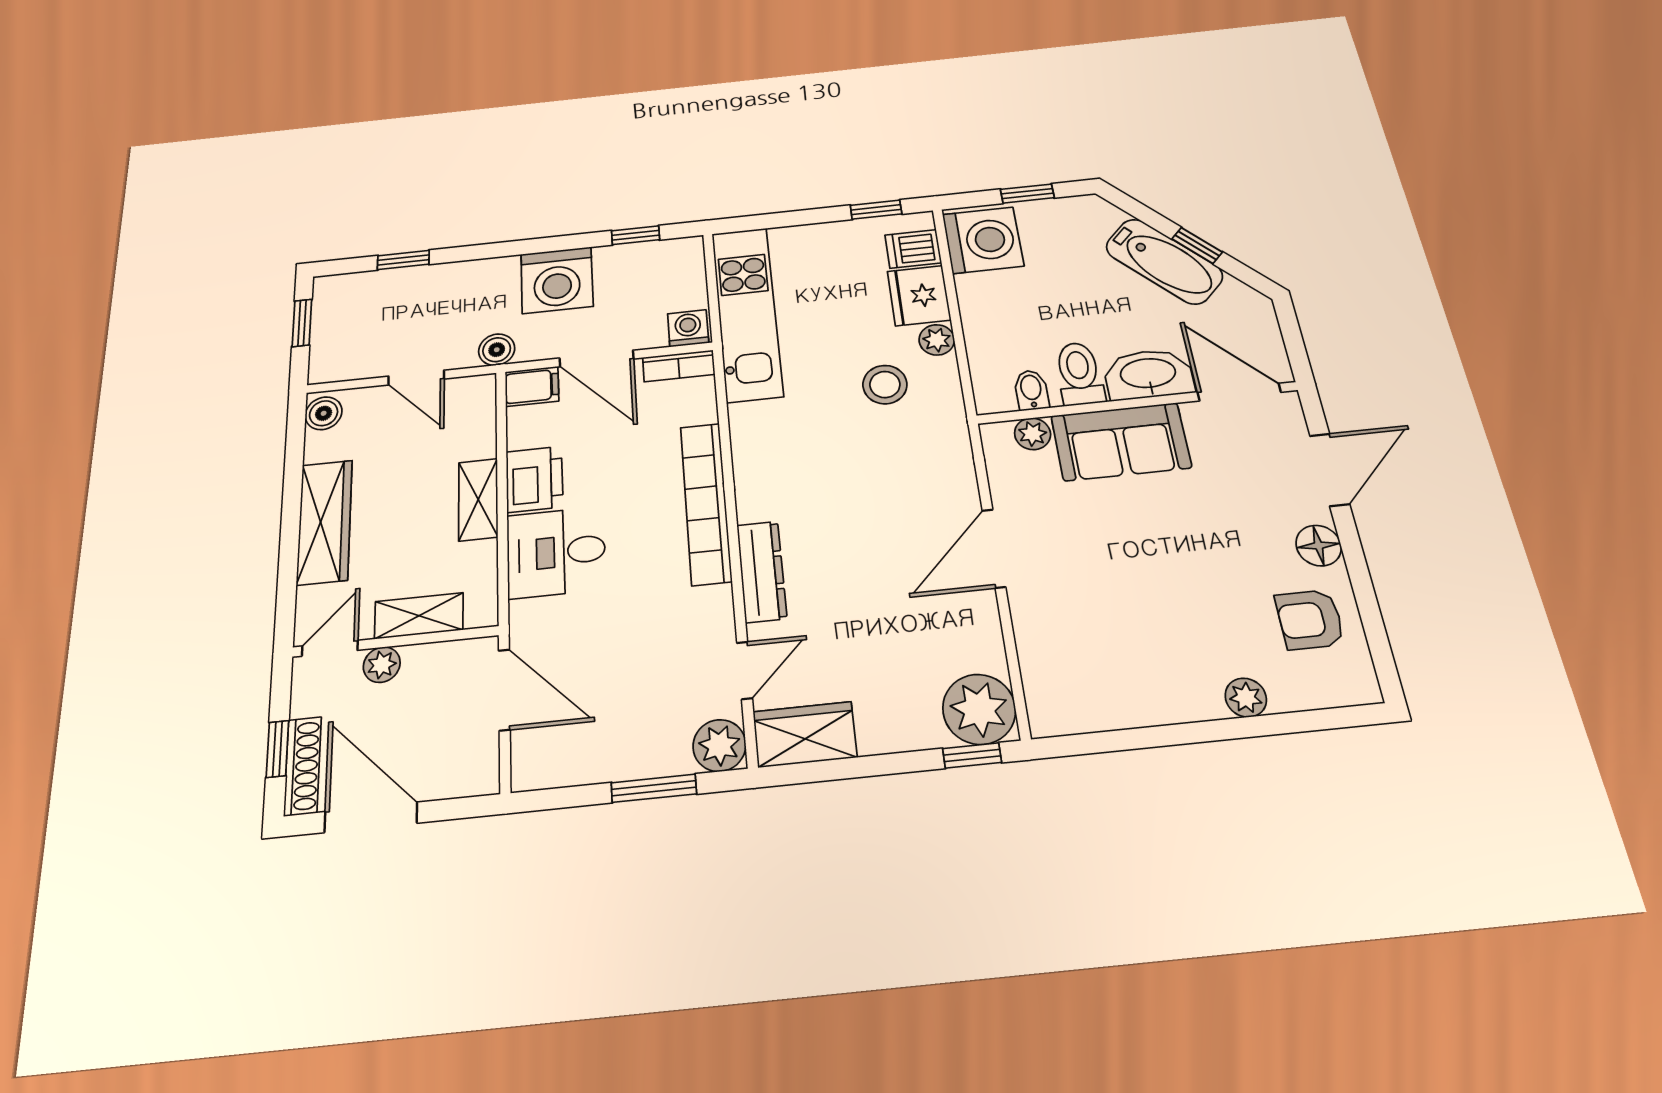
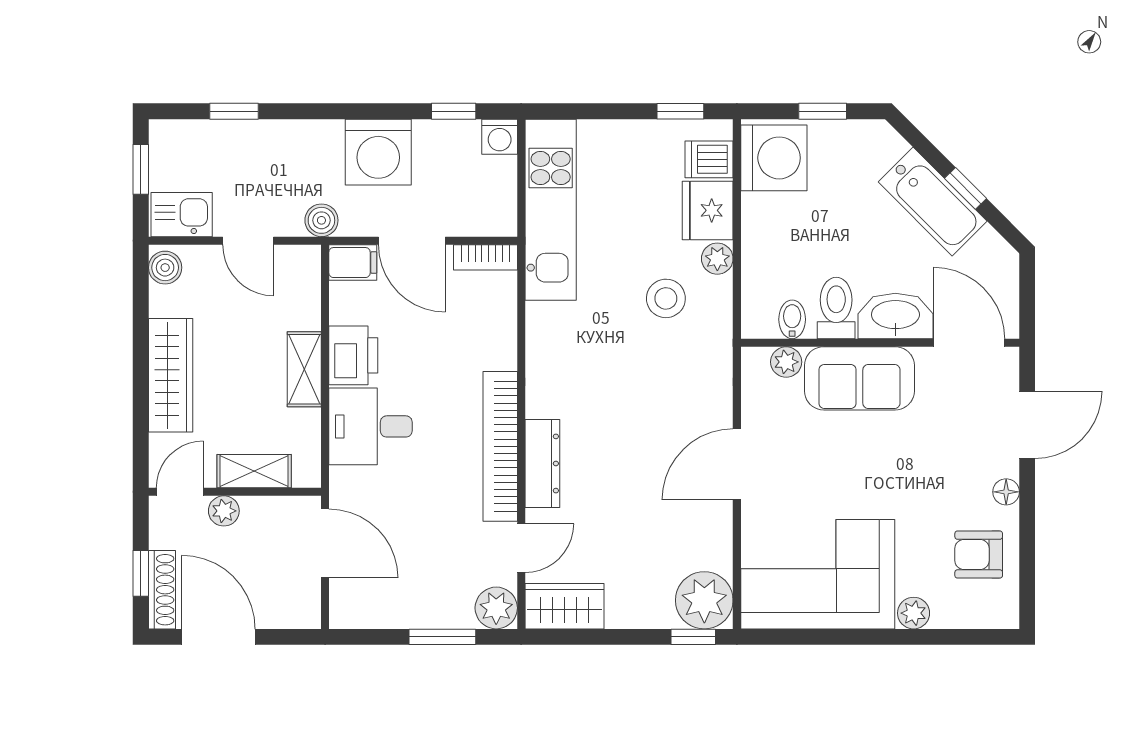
washing machine: (688, 328) -> (500, 137), moved, turned 180
kitchen sink: (344, 360) -> (182, 215), added
bookcase: (706, 503) -> (500, 446), moved
floor lamp: (1319, 546) -> (1006, 492), width x0.73, depth x0.73
corner sofa: (1115, 663) -> (818, 574), added

